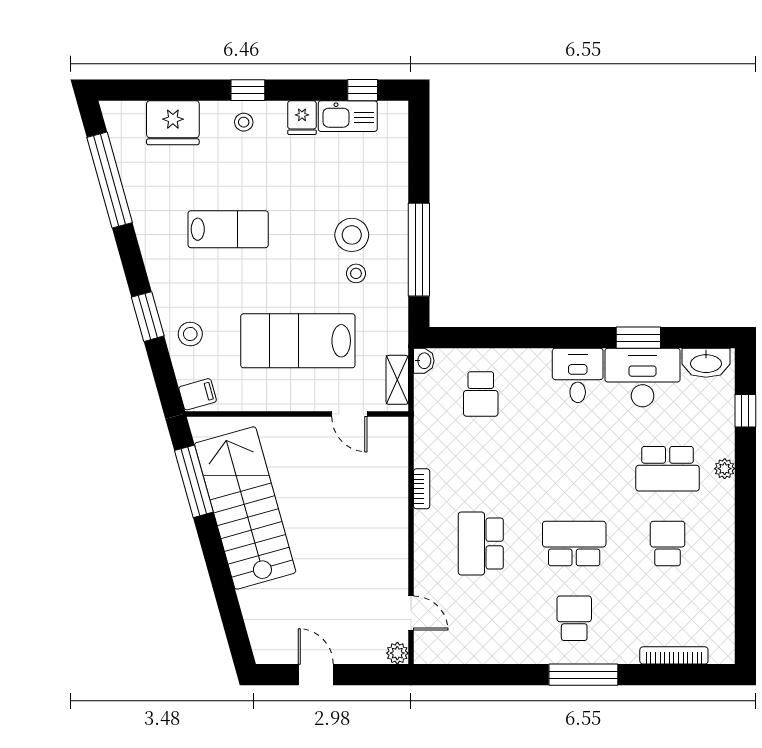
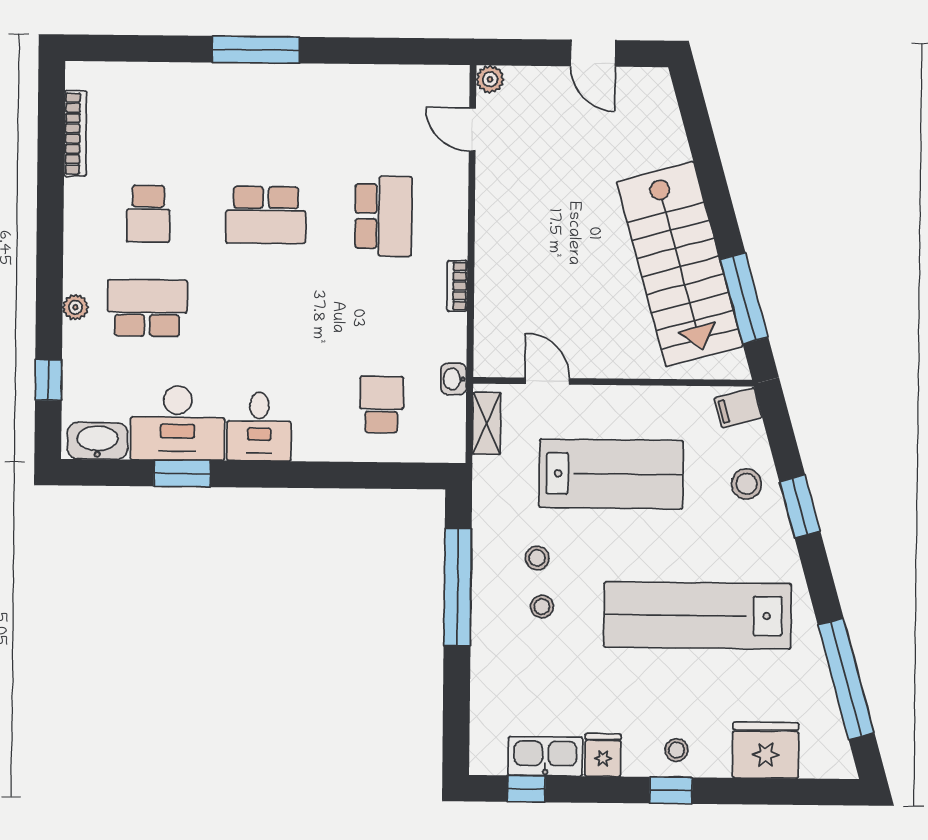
lab bench: (228, 229) -> (697, 615), width x1.86, depth x1.39
stool: (352, 235) -> (542, 607), width x0.53, depth x0.53
washbasin: (424, 361) -> (454, 379), moved
school desk: (574, 618) -> (267, 121), removed
bookcase: (674, 655) -> (75, 133), moved, turned -90

